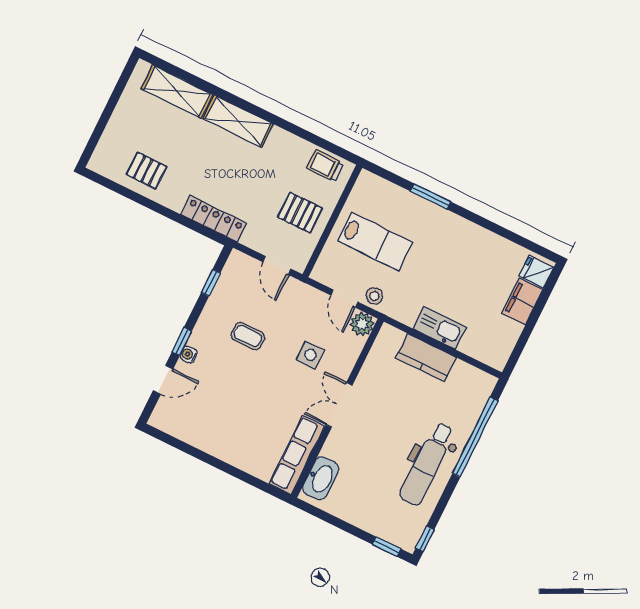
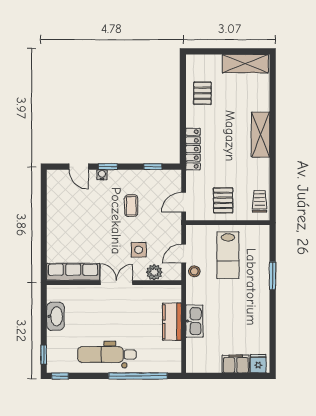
shelving: (177, 91) -> (245, 64), moved, turned 90
plant: (362, 324) -> (154, 272), moved
washbasin: (321, 478) -> (55, 316), moved, turned -90

